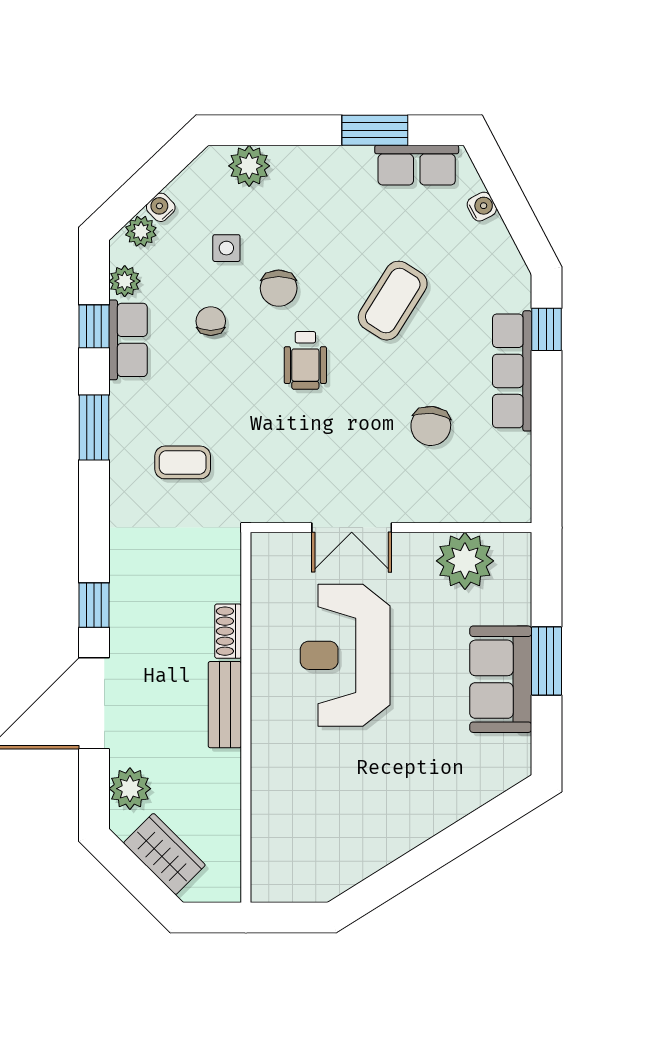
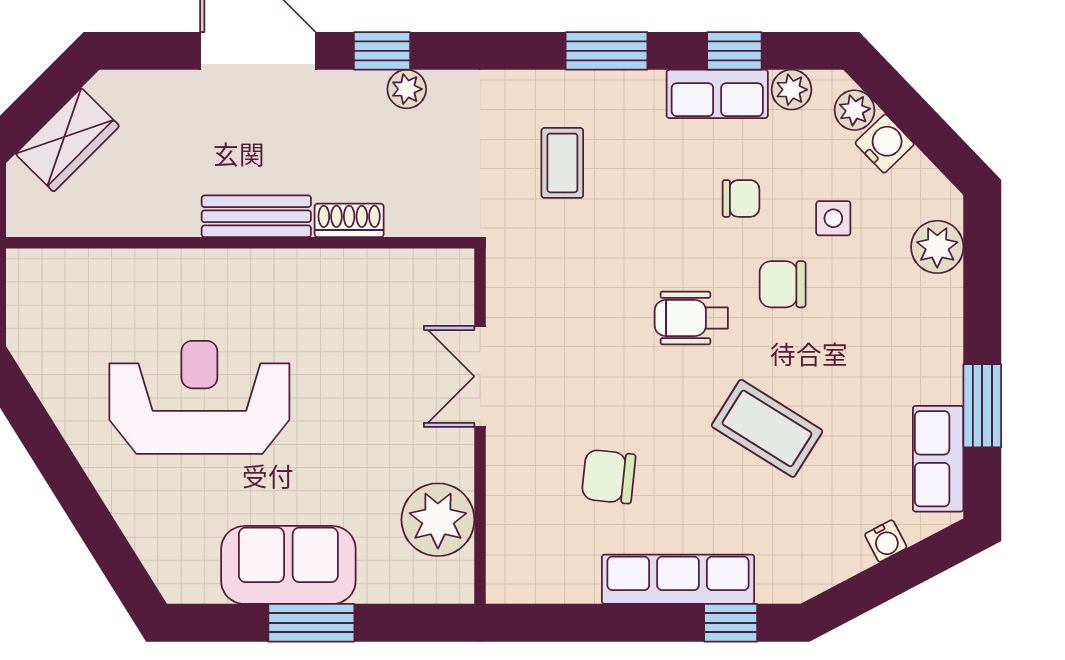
water cooler: (161, 207) -> (885, 144), width x1.38, depth x1.38
reception desk: (345, 655) -> (199, 397), moved
plant: (130, 789) -> (407, 89), moved, width x0.73, depth x0.73

